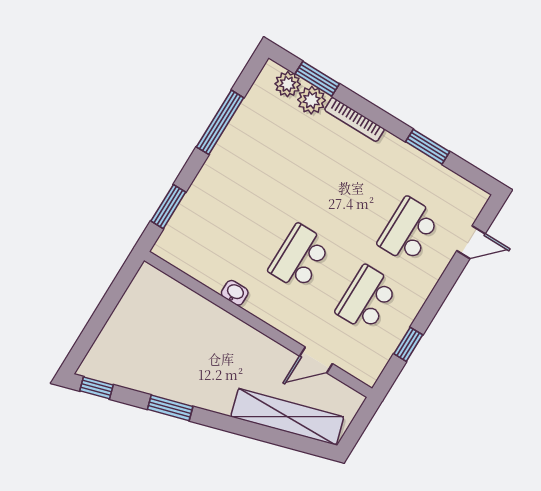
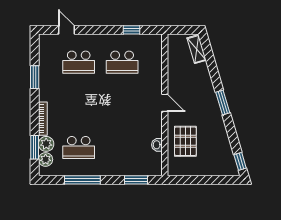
school desk: (299, 257) -> (79, 148), moved
washbasin: (235, 293) -> (157, 145), moved
pallet: (181, 321) -> (185, 141), added
door: (316, 360) -> (165, 103), moved
window: (170, 408) -> (223, 102), moved
shelving: (287, 417) -> (197, 49), width x0.45, depth x0.75

